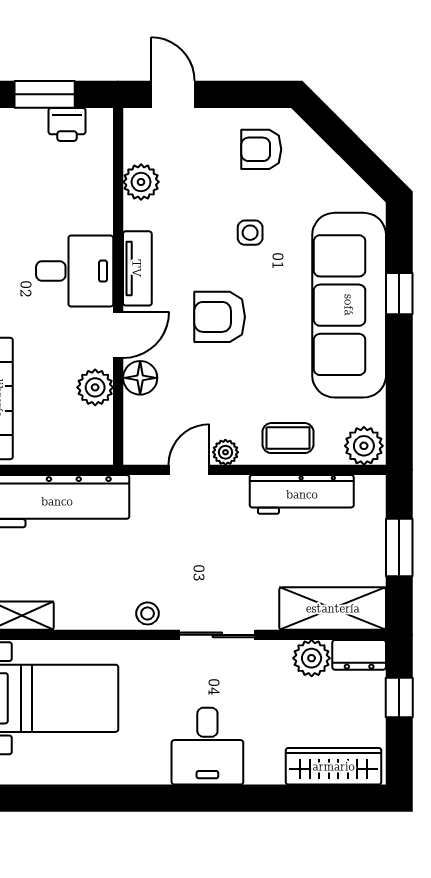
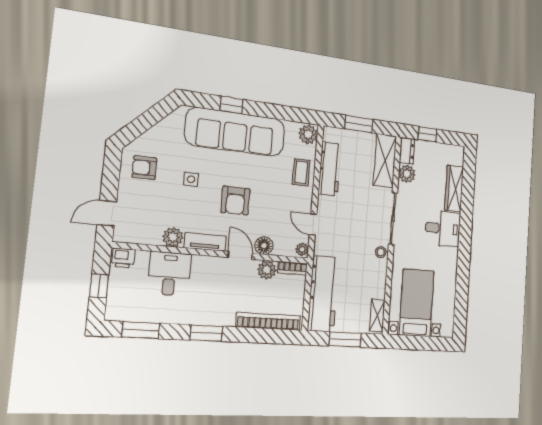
window: (45, 94) -> (99, 286), width x0.67
printer: (67, 124) -> (123, 258), moved, turned 90
armchair: (261, 149) -> (144, 168), turned 90
plant: (141, 182) -> (173, 237), moved
desk: (75, 271) -> (169, 274), moved
bookcase: (102, 436) -> (292, 268), added
plant: (225, 452) -> (302, 249), moved
sliding door: (217, 635) -> (393, 219), width x1.37
wardrobe: (334, 766) -> (454, 189), moved

